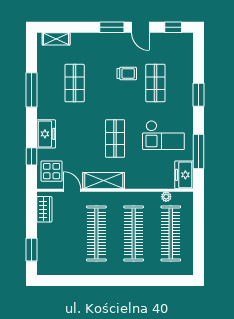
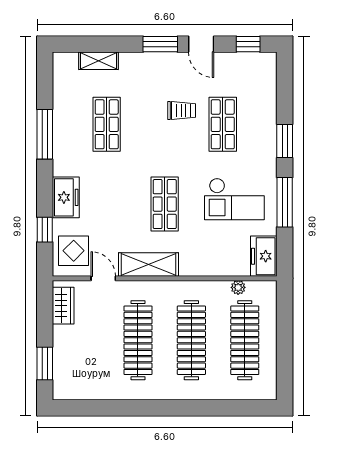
shelving: (56, 39) -> (98, 61), moved
window: (199, 152) -> (285, 202), moved

